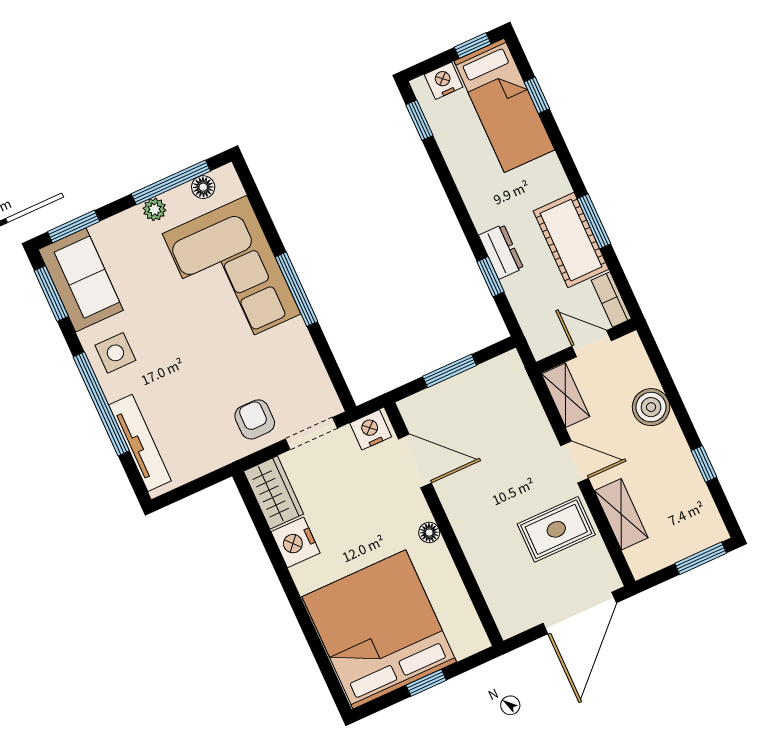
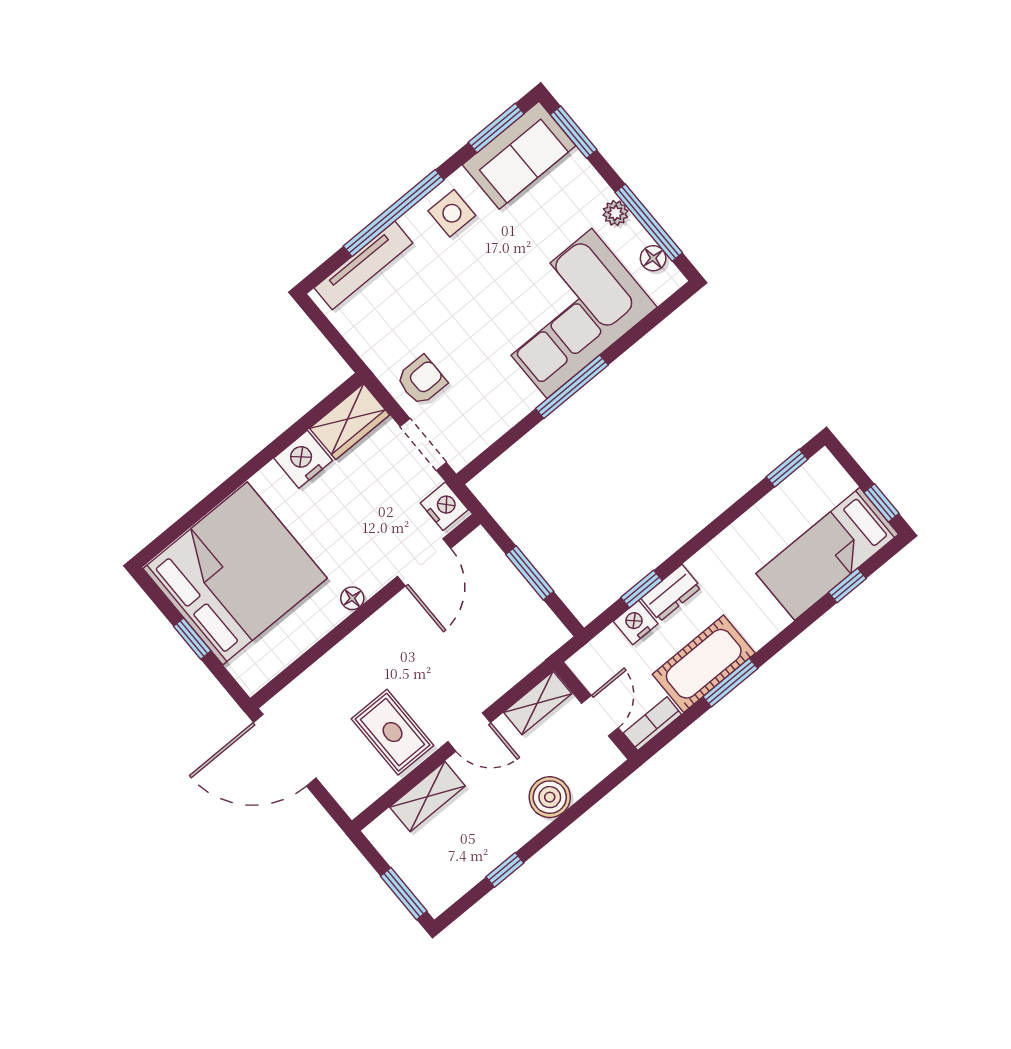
nightstand: (444, 81) -> (636, 623), moved, turned -90
door: (575, 462) -> (469, 732), hinge flipped
door: (580, 613) -> (285, 750), moved

